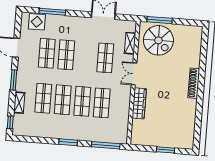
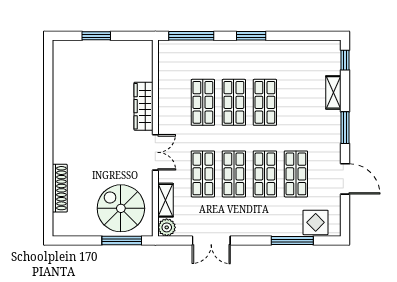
plant: (131, 26) -> (167, 227), added
shoe rack: (194, 83) -> (60, 188), moved
shop shelf: (43, 98) -> (234, 174), moved

